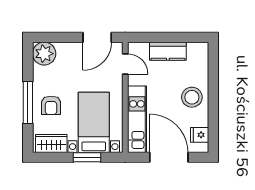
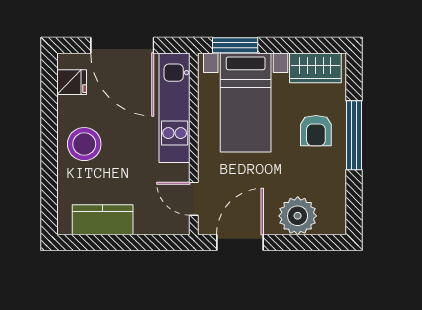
kitchen counter: (168, 51) -> (103, 220), moved
plant: (44, 54) -> (298, 216), moved
armchair: (51, 105) -> (316, 131), turned 180
window: (87, 157) -> (235, 45), moved

